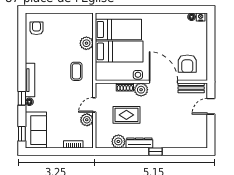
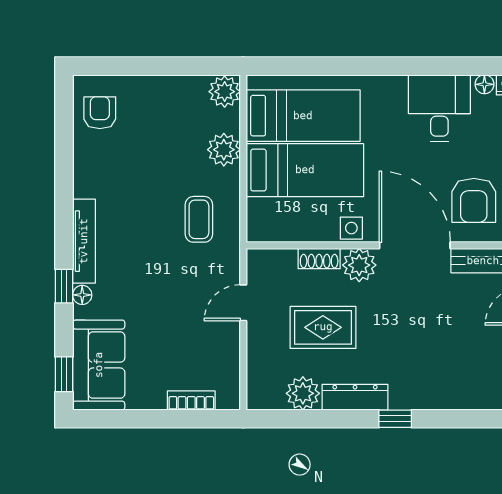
desk: (173, 26) -> (439, 108), added
plant: (87, 120) -> (225, 92), moved

